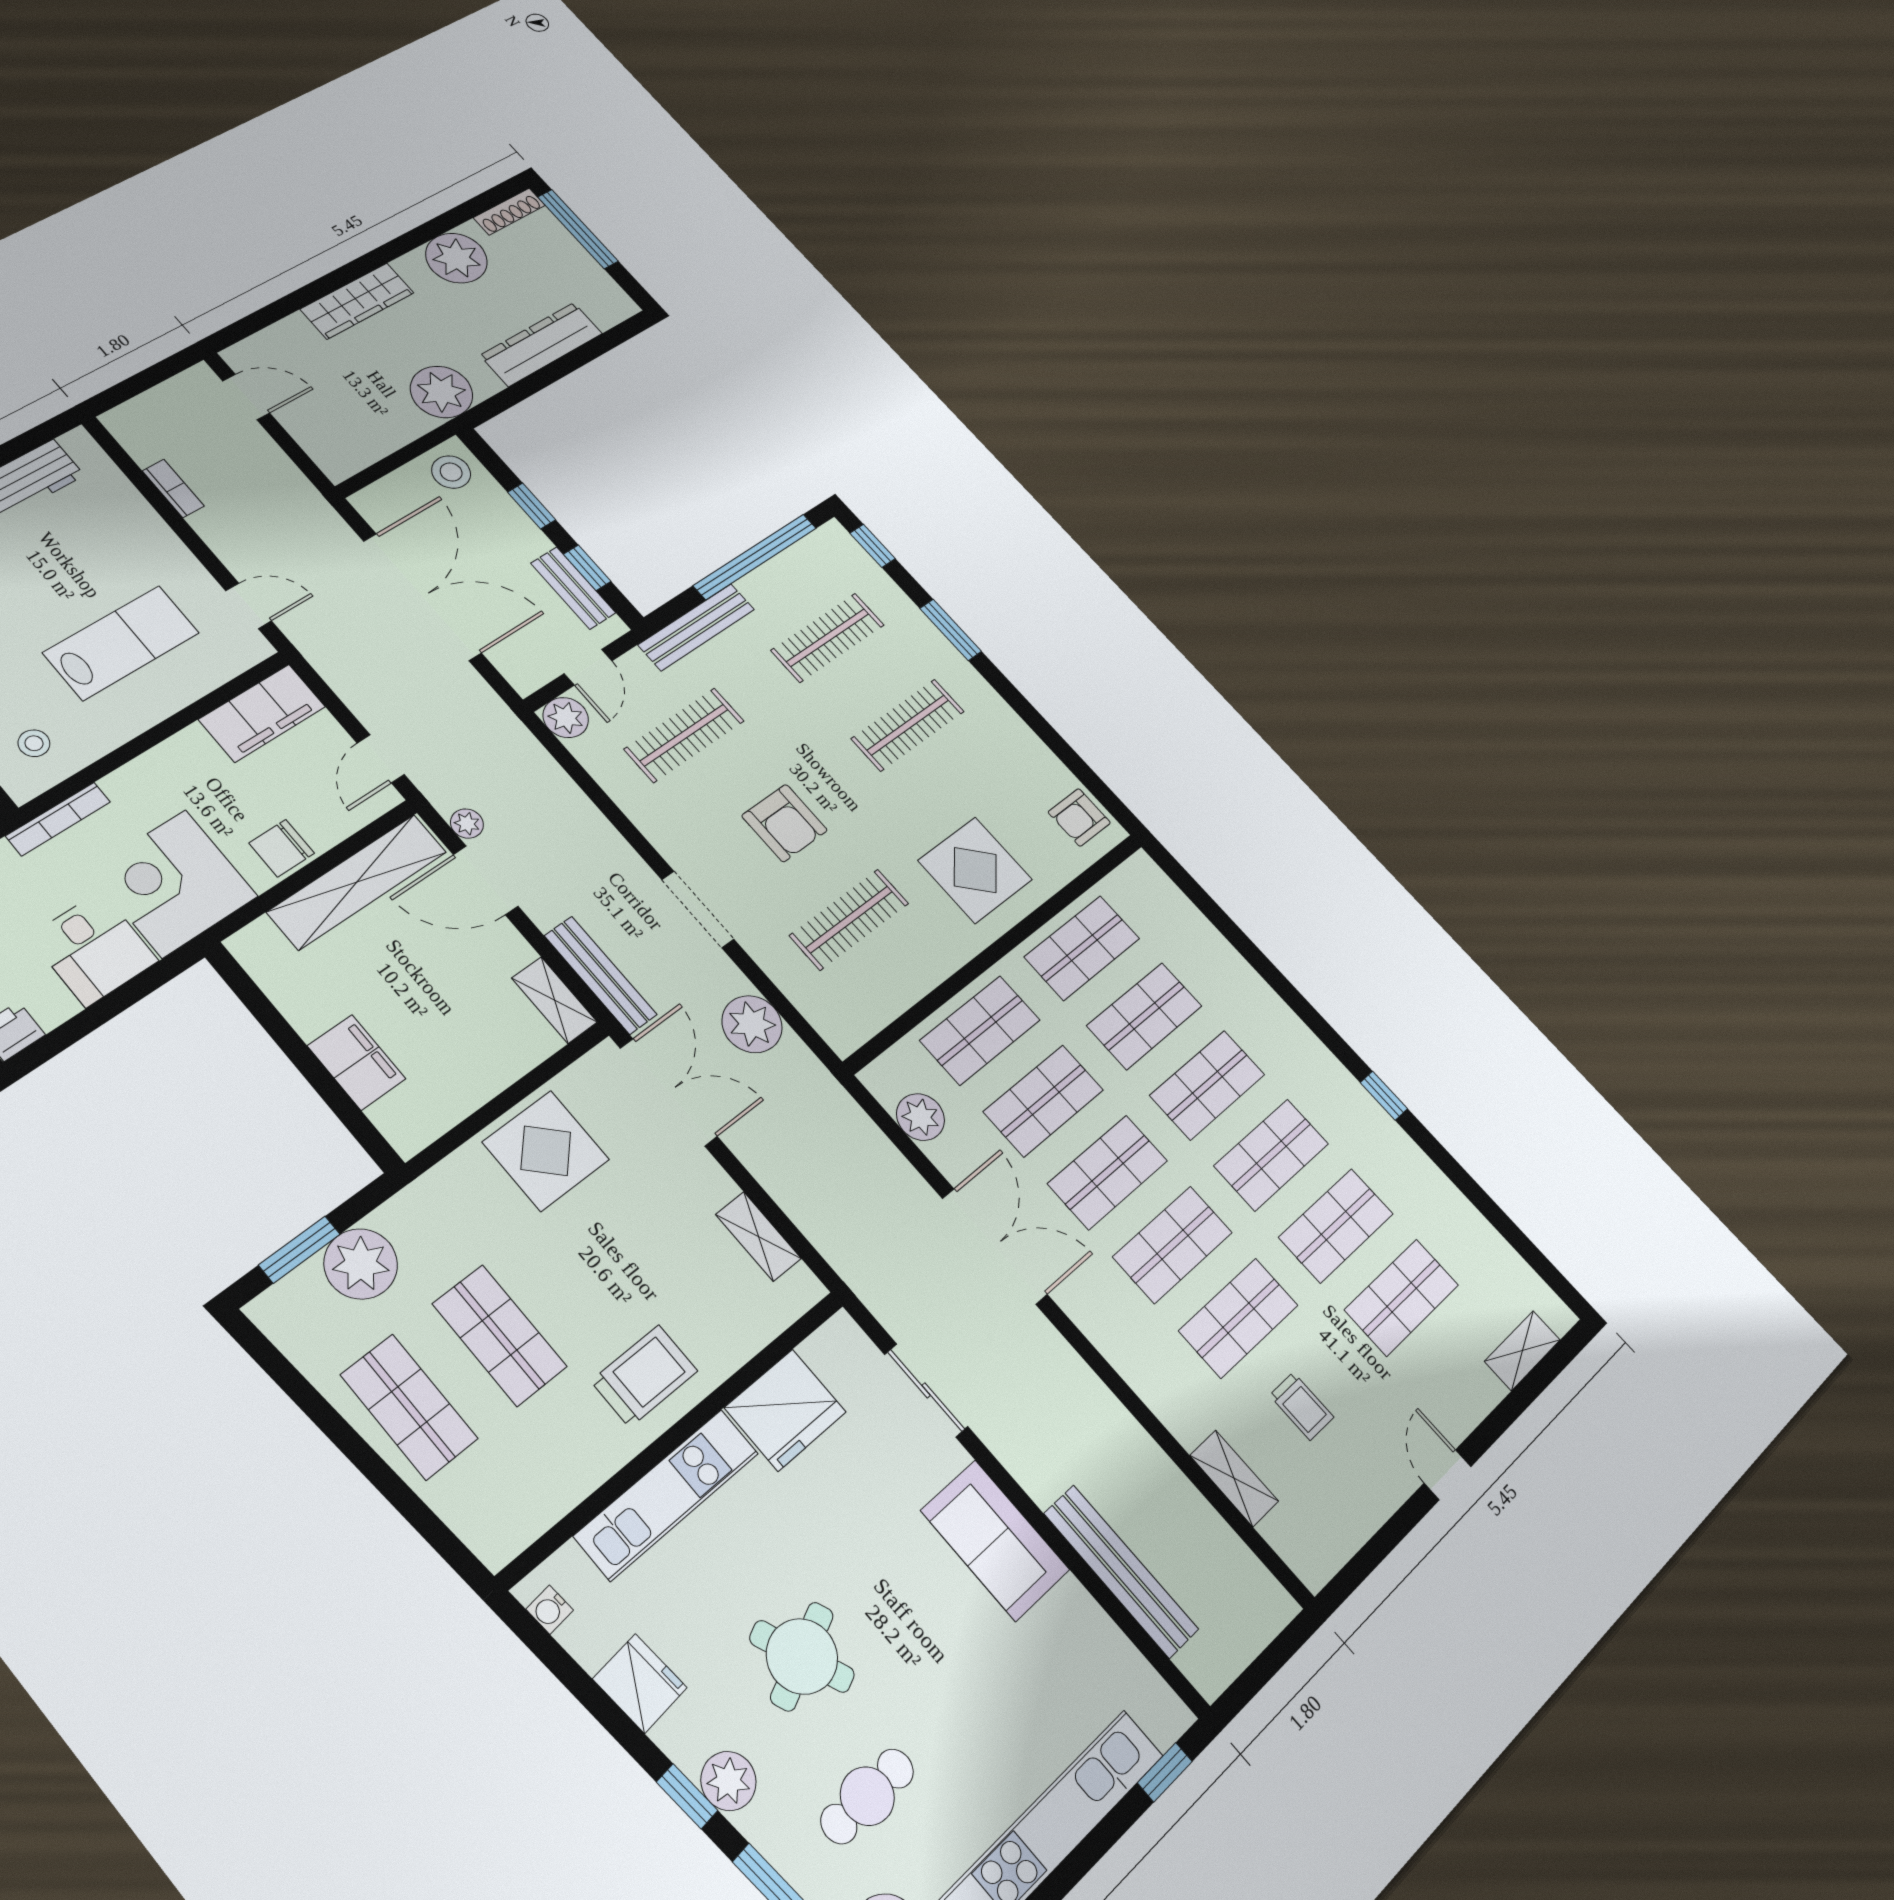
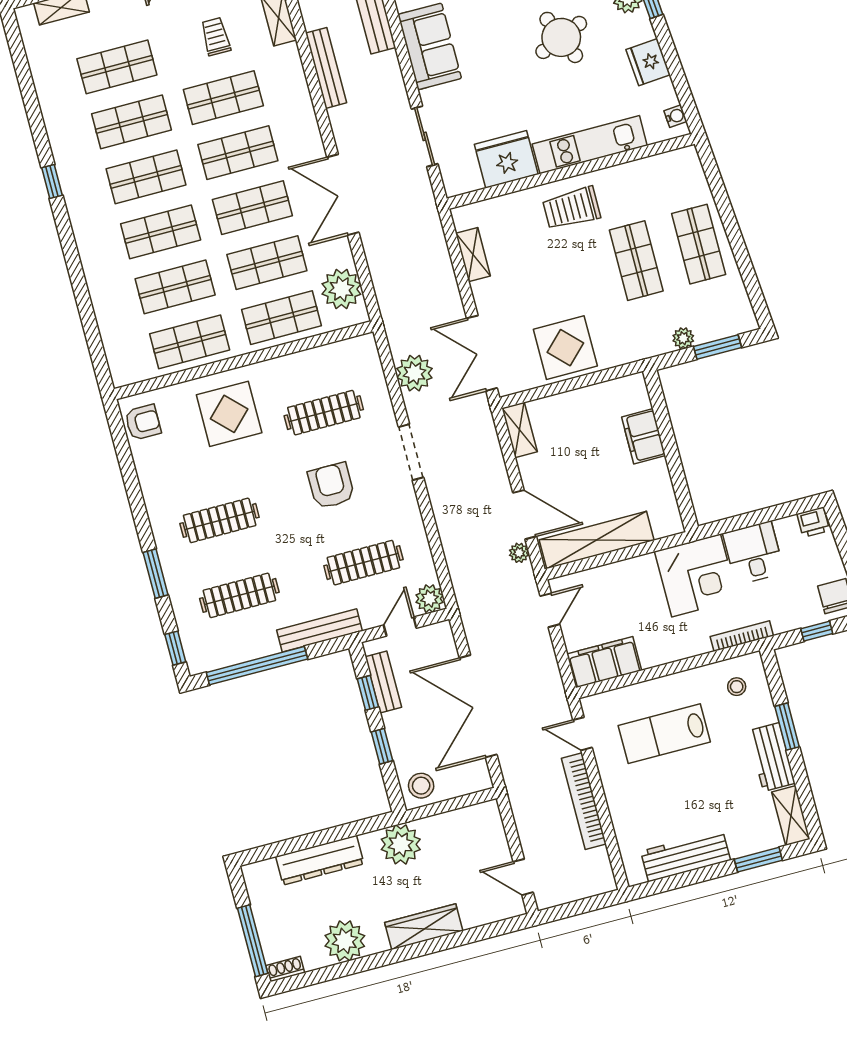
shoe rack: (509, 212) -> (285, 969), width x0.70
bookcase: (173, 488) -> (584, 801), width x2.31, depth x1.31
chair: (282, 848) -> (629, 575), removed
bench: (600, 975) -> (326, 68), moved
plant: (920, 1117) -> (341, 289), width x1.36, depth x1.36
plant: (361, 1264) -> (683, 338), width x0.53, depth x0.53

